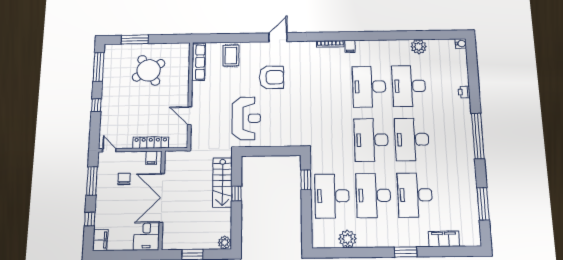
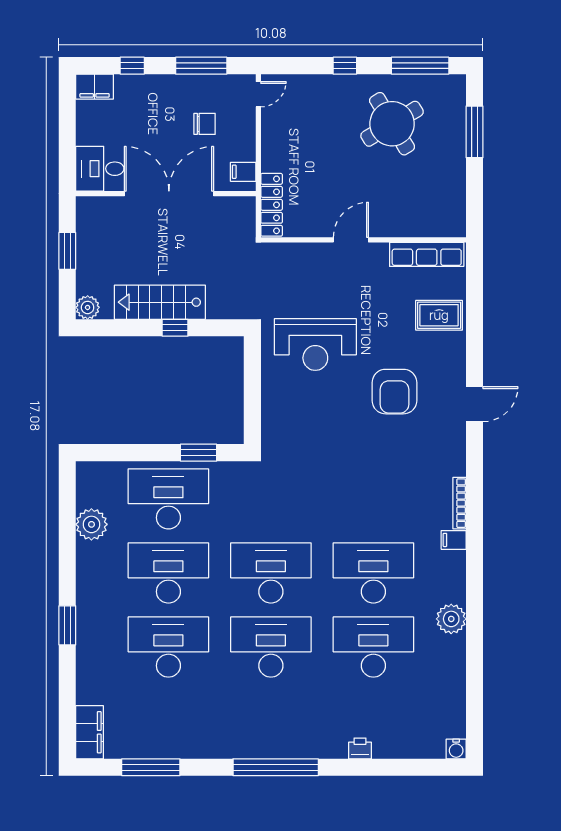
door: (278, 37) -> (474, 404), hinge flipped
plant: (419, 47) -> (451, 619), moved
round table: (149, 70) -> (392, 124), moved
door: (190, 116) -> (351, 240), moved
locker: (151, 143) -> (272, 205), moved
stairs: (222, 182) -> (160, 302), moved
filing cabinet: (444, 239) -> (90, 732), moved

